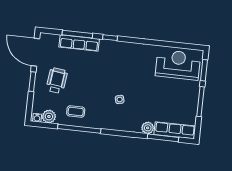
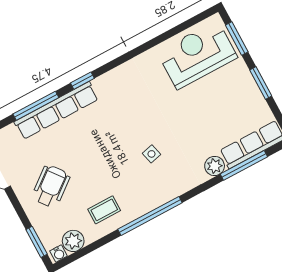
row of seats: (79, 43) -> (56, 110), width x1.36
wheelchair: (57, 81) -> (51, 186), turned 45
window: (32, 82) -> (37, 242), moved
window: (201, 102) -> (261, 83), width x0.69
window: (79, 129) -> (150, 216), moved

